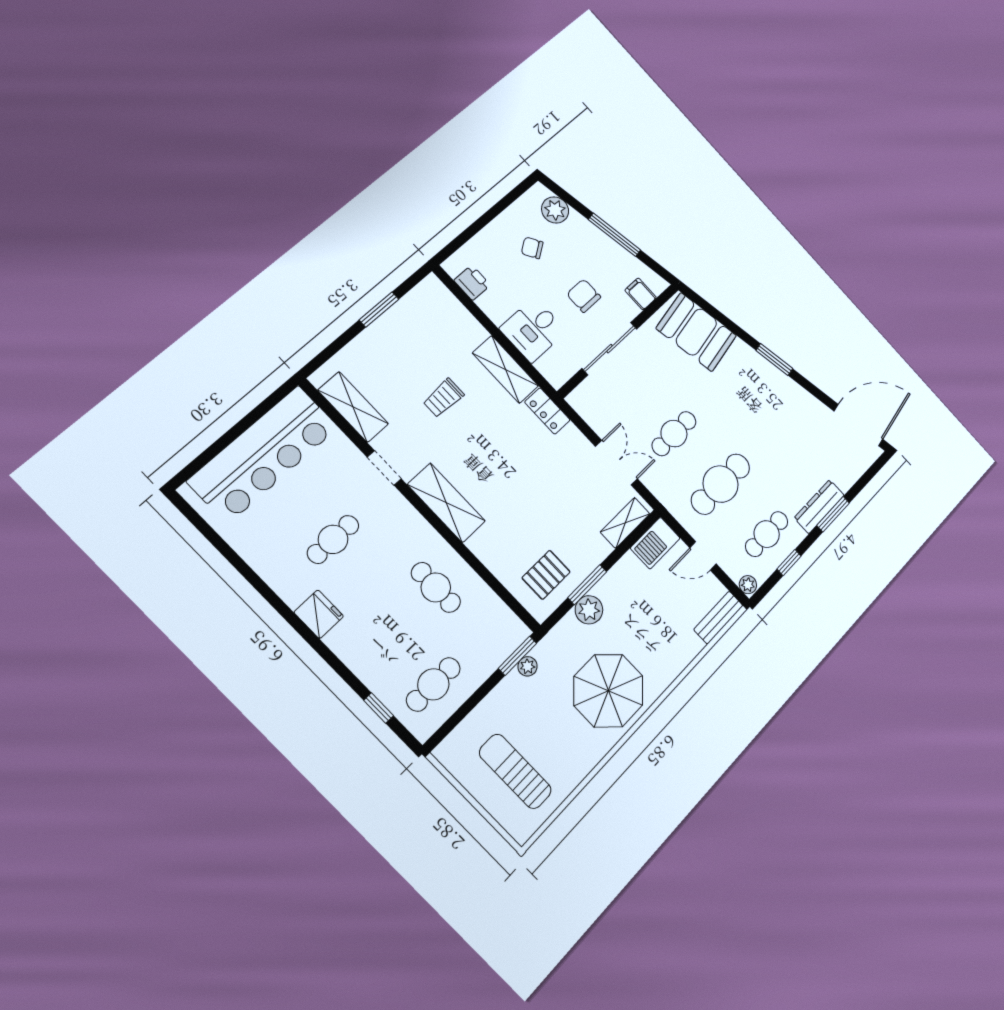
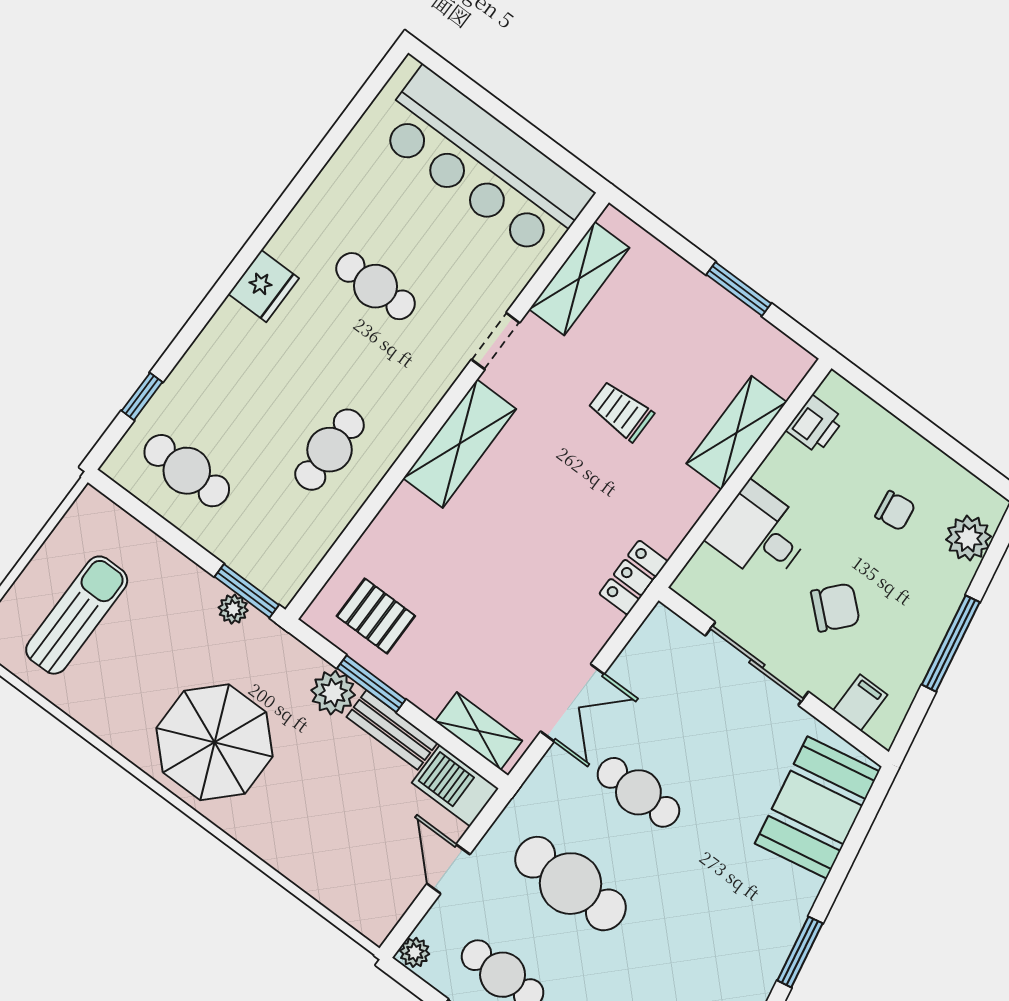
chair: (532, 248) -> (895, 511), turned 115
chair: (584, 296) -> (835, 607), turned 42
shelving: (505, 369) -> (737, 433), moved
bench: (718, 618) -> (392, 730), moved

